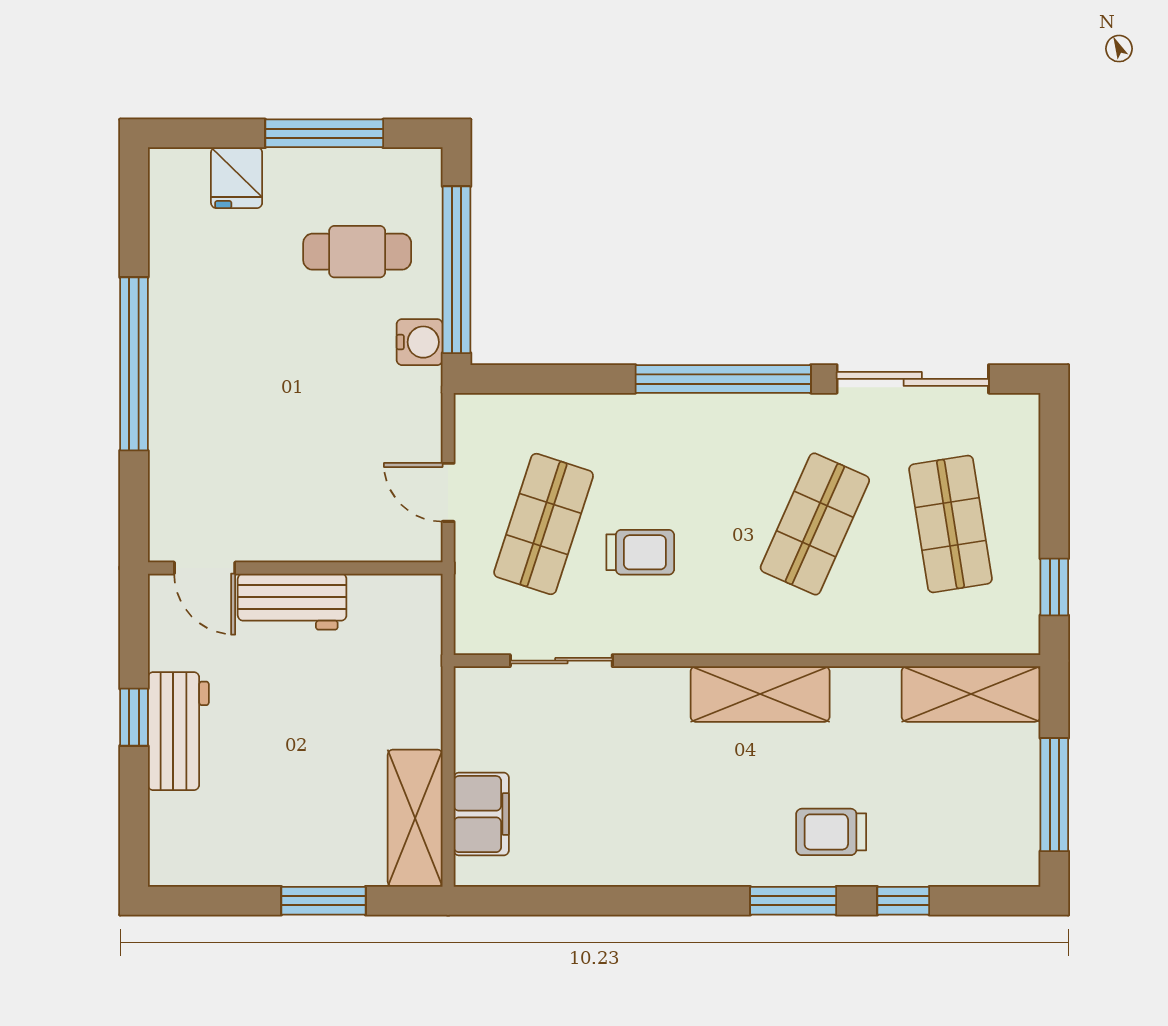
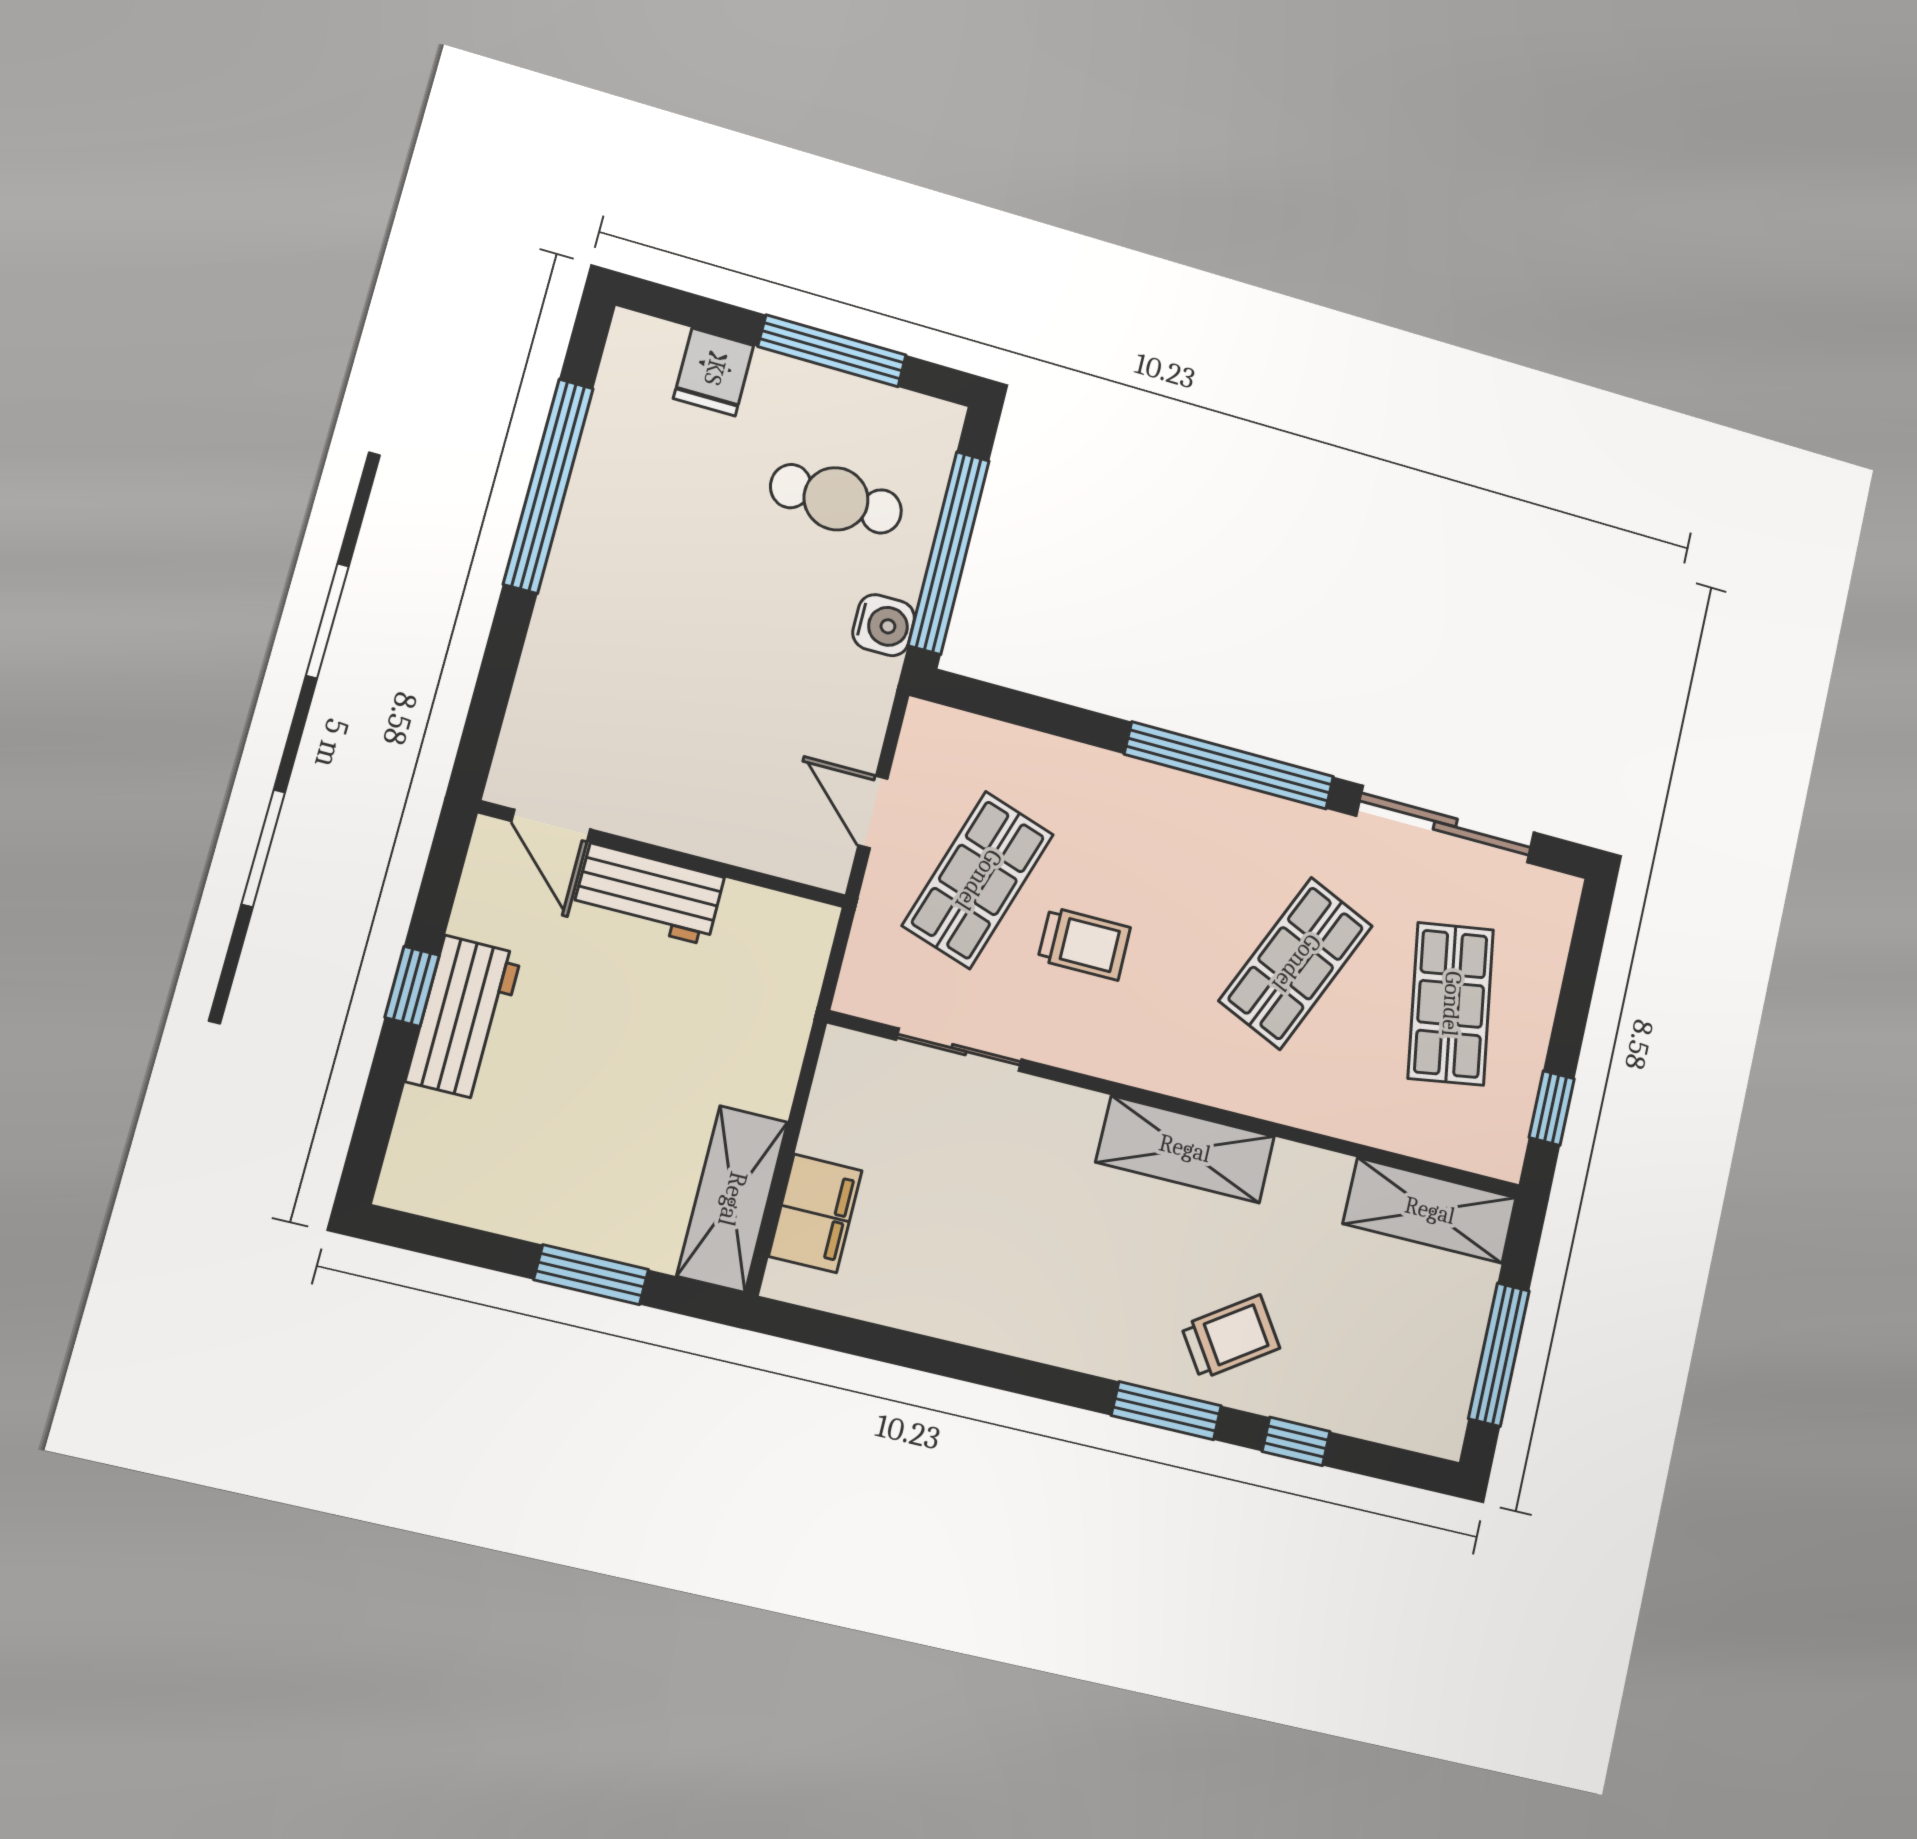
window: (134, 364) -> (548, 486), moved
trolley: (831, 832) -> (1231, 1337), turned 146

